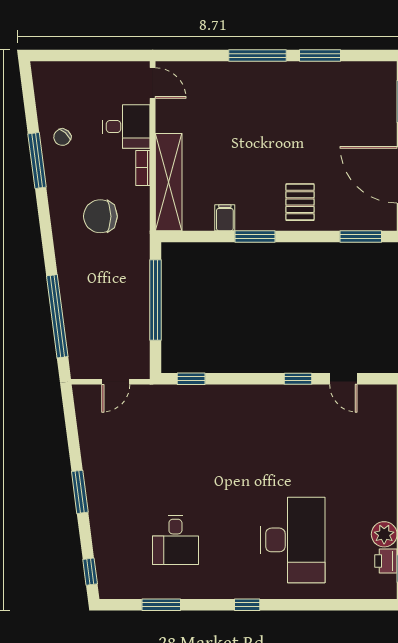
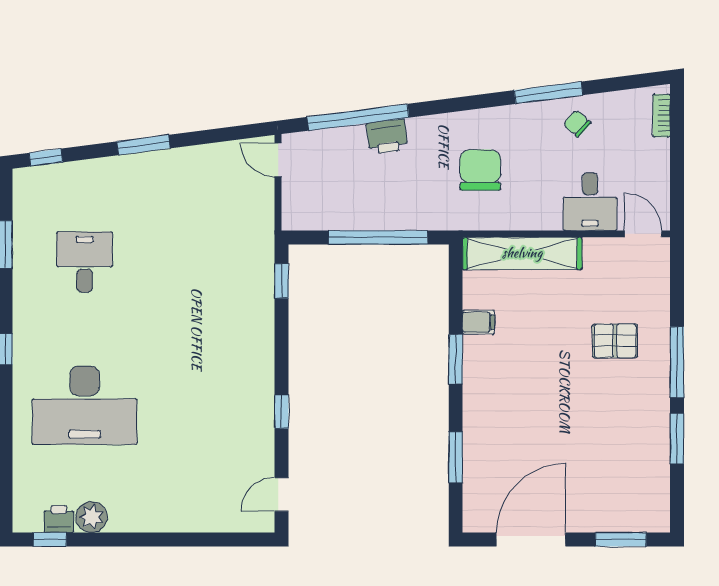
door: (153, 83) -> (643, 234), swing flipped
bookcase: (143, 168) -> (661, 116), moved, turned -90
pallet: (300, 202) -> (615, 341), moved
window: (361, 236) -> (456, 457), moved
printer: (73, 293) -> (387, 136), added
door: (343, 379) -> (282, 495), moved
door: (116, 382) -> (278, 160), moved
desk: (175, 540) -> (85, 262), turned 90

